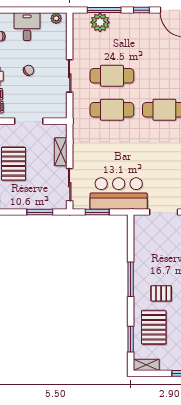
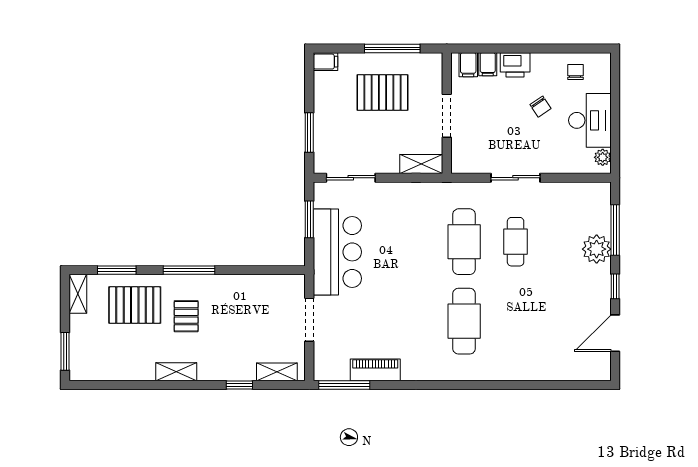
plant: (100, 22) -> (597, 249), moved
desk: (27, 27) -> (590, 120), width x1.37
chair: (29, 70) -> (540, 107), moved
cafe table: (112, 76) -> (516, 242), width x0.73, depth x0.74
shelving: (61, 152) -> (421, 164), moved
window: (131, 279) -> (189, 270), moved

